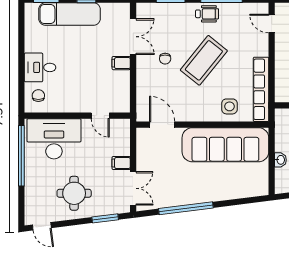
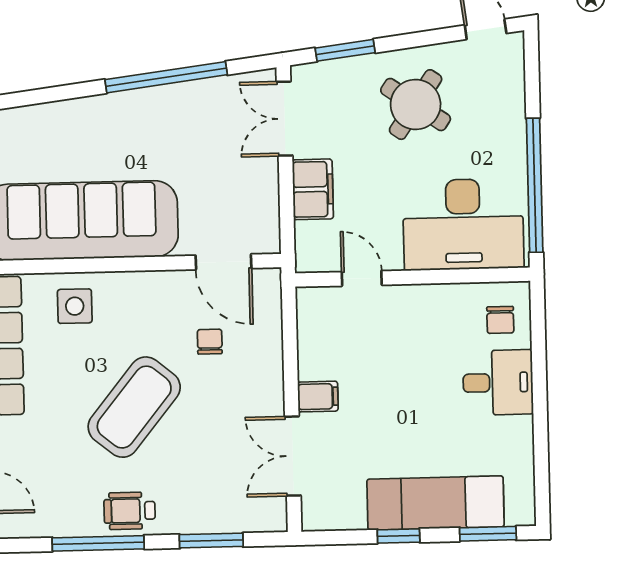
chair: (165, 59) -> (210, 342), moved
filing cabinet: (121, 163) -> (313, 189), width x2.00
round table: (74, 193) -> (416, 105), turned 34

